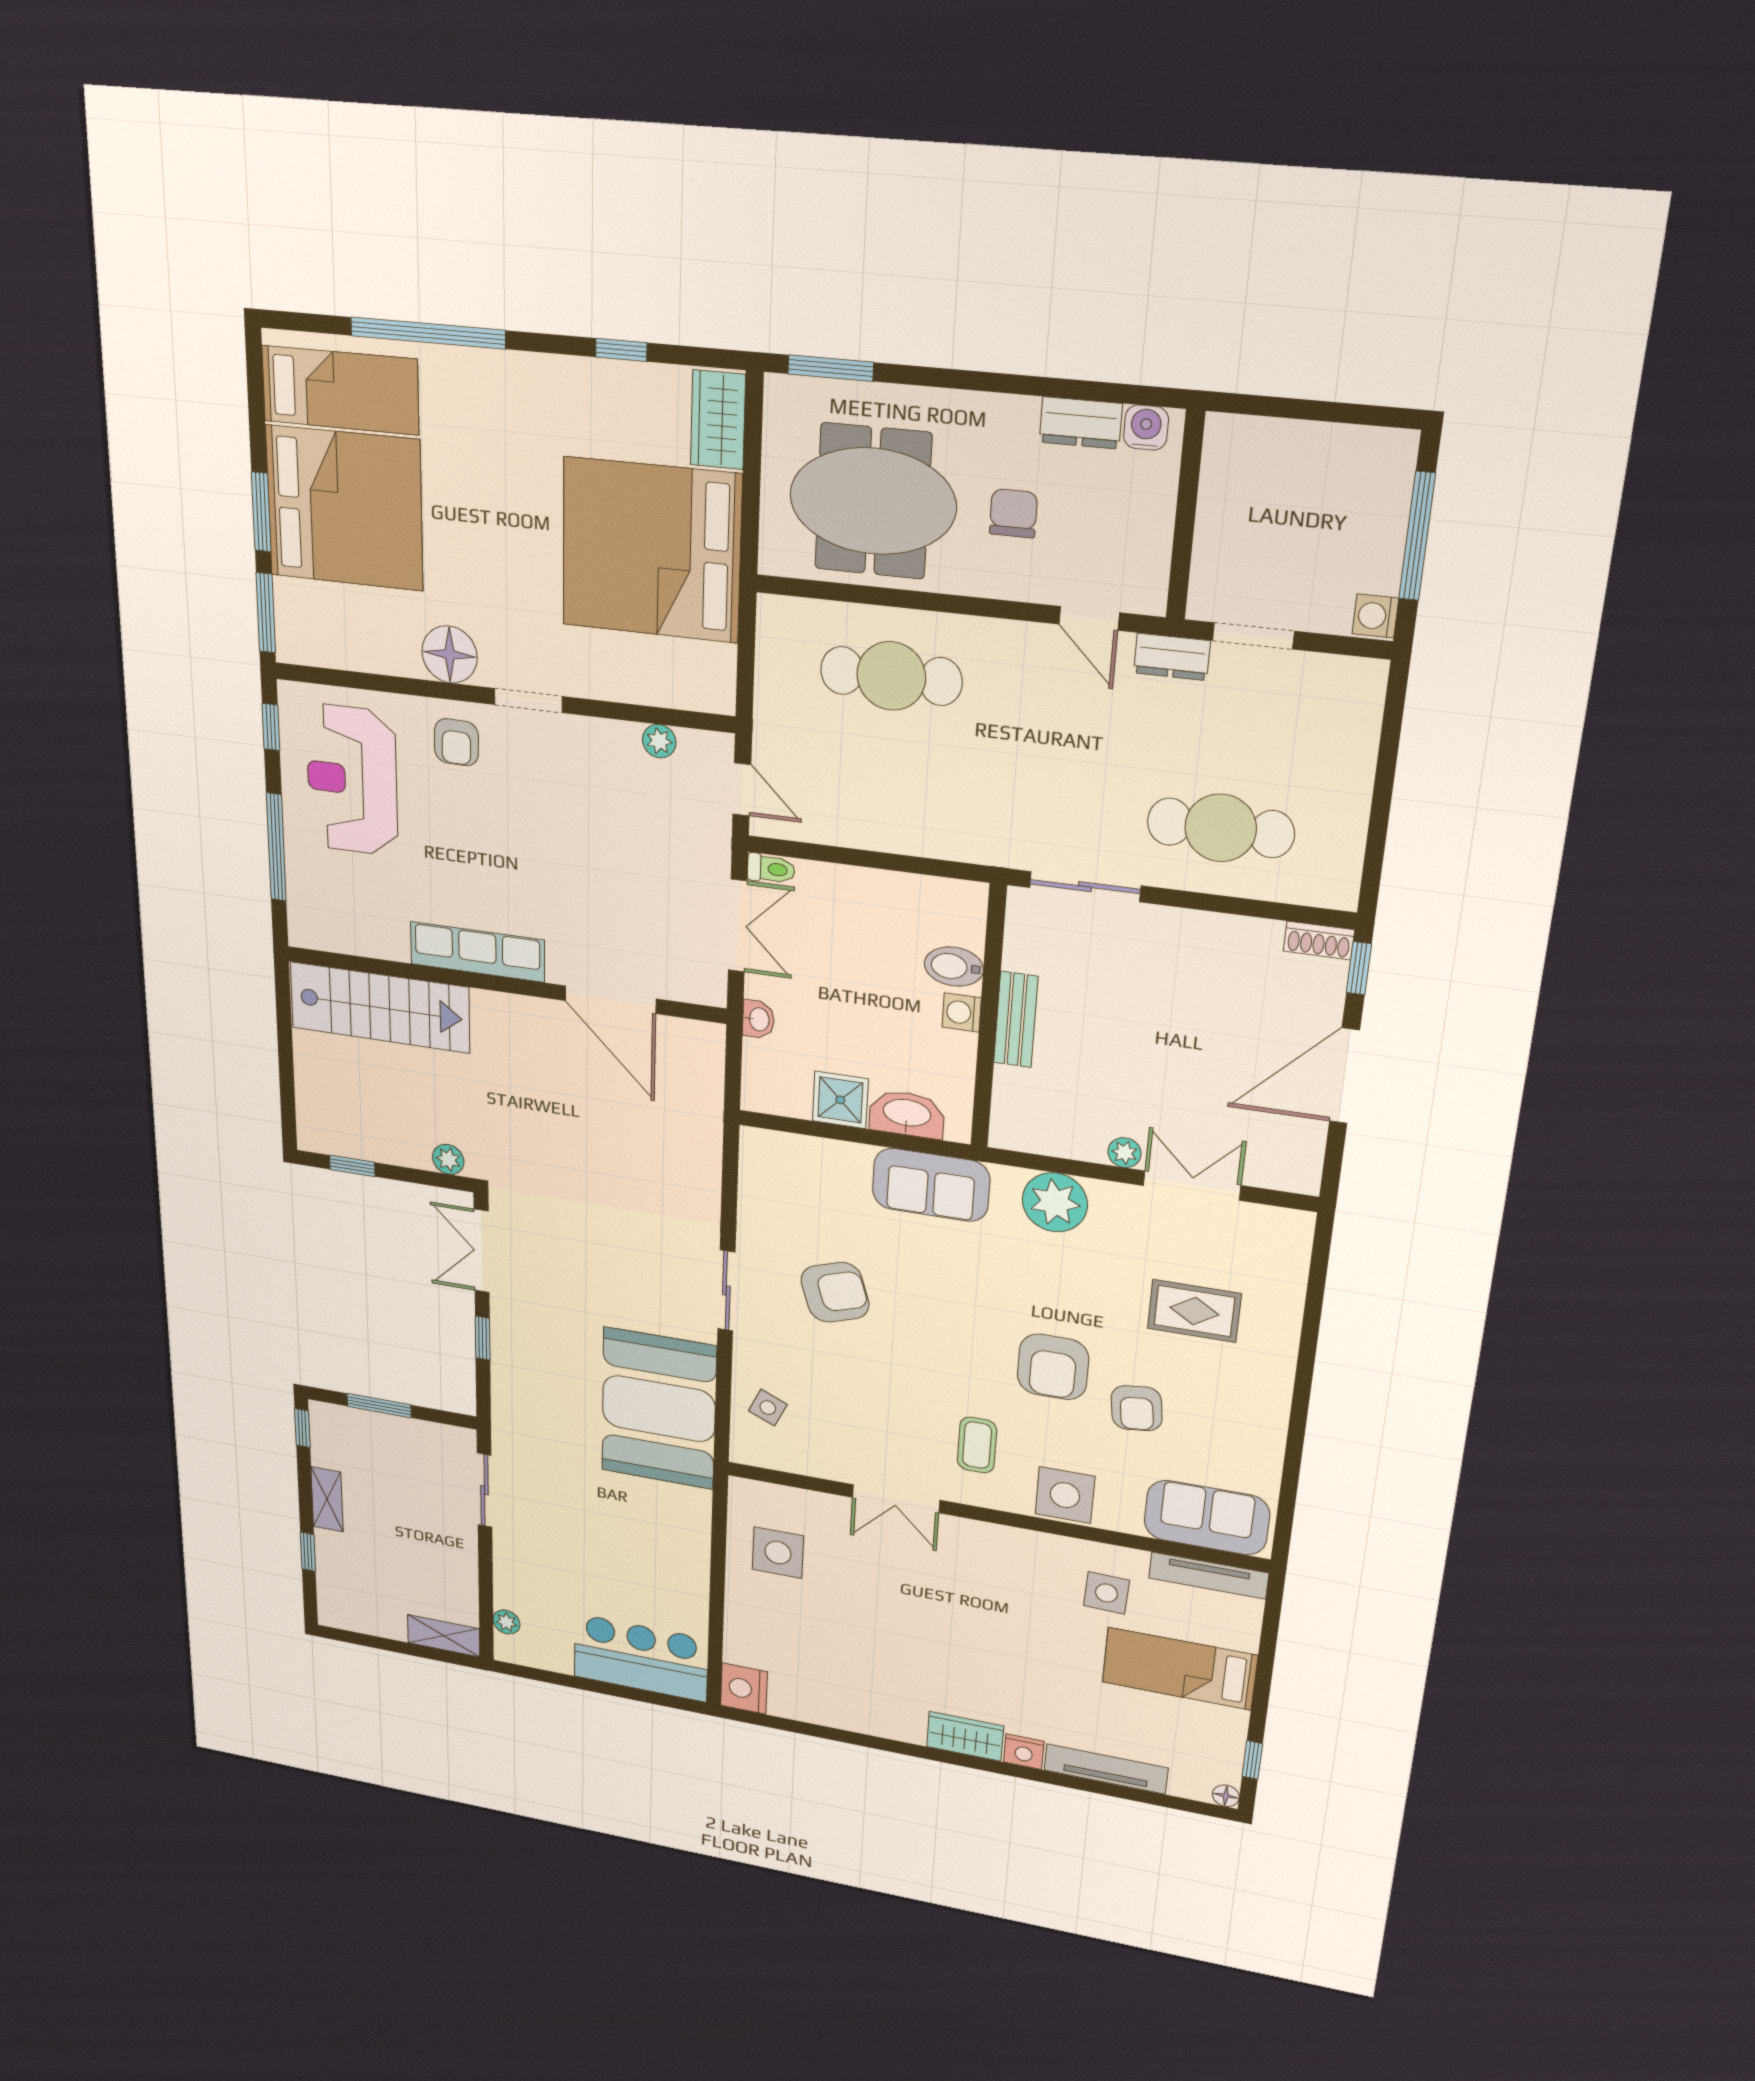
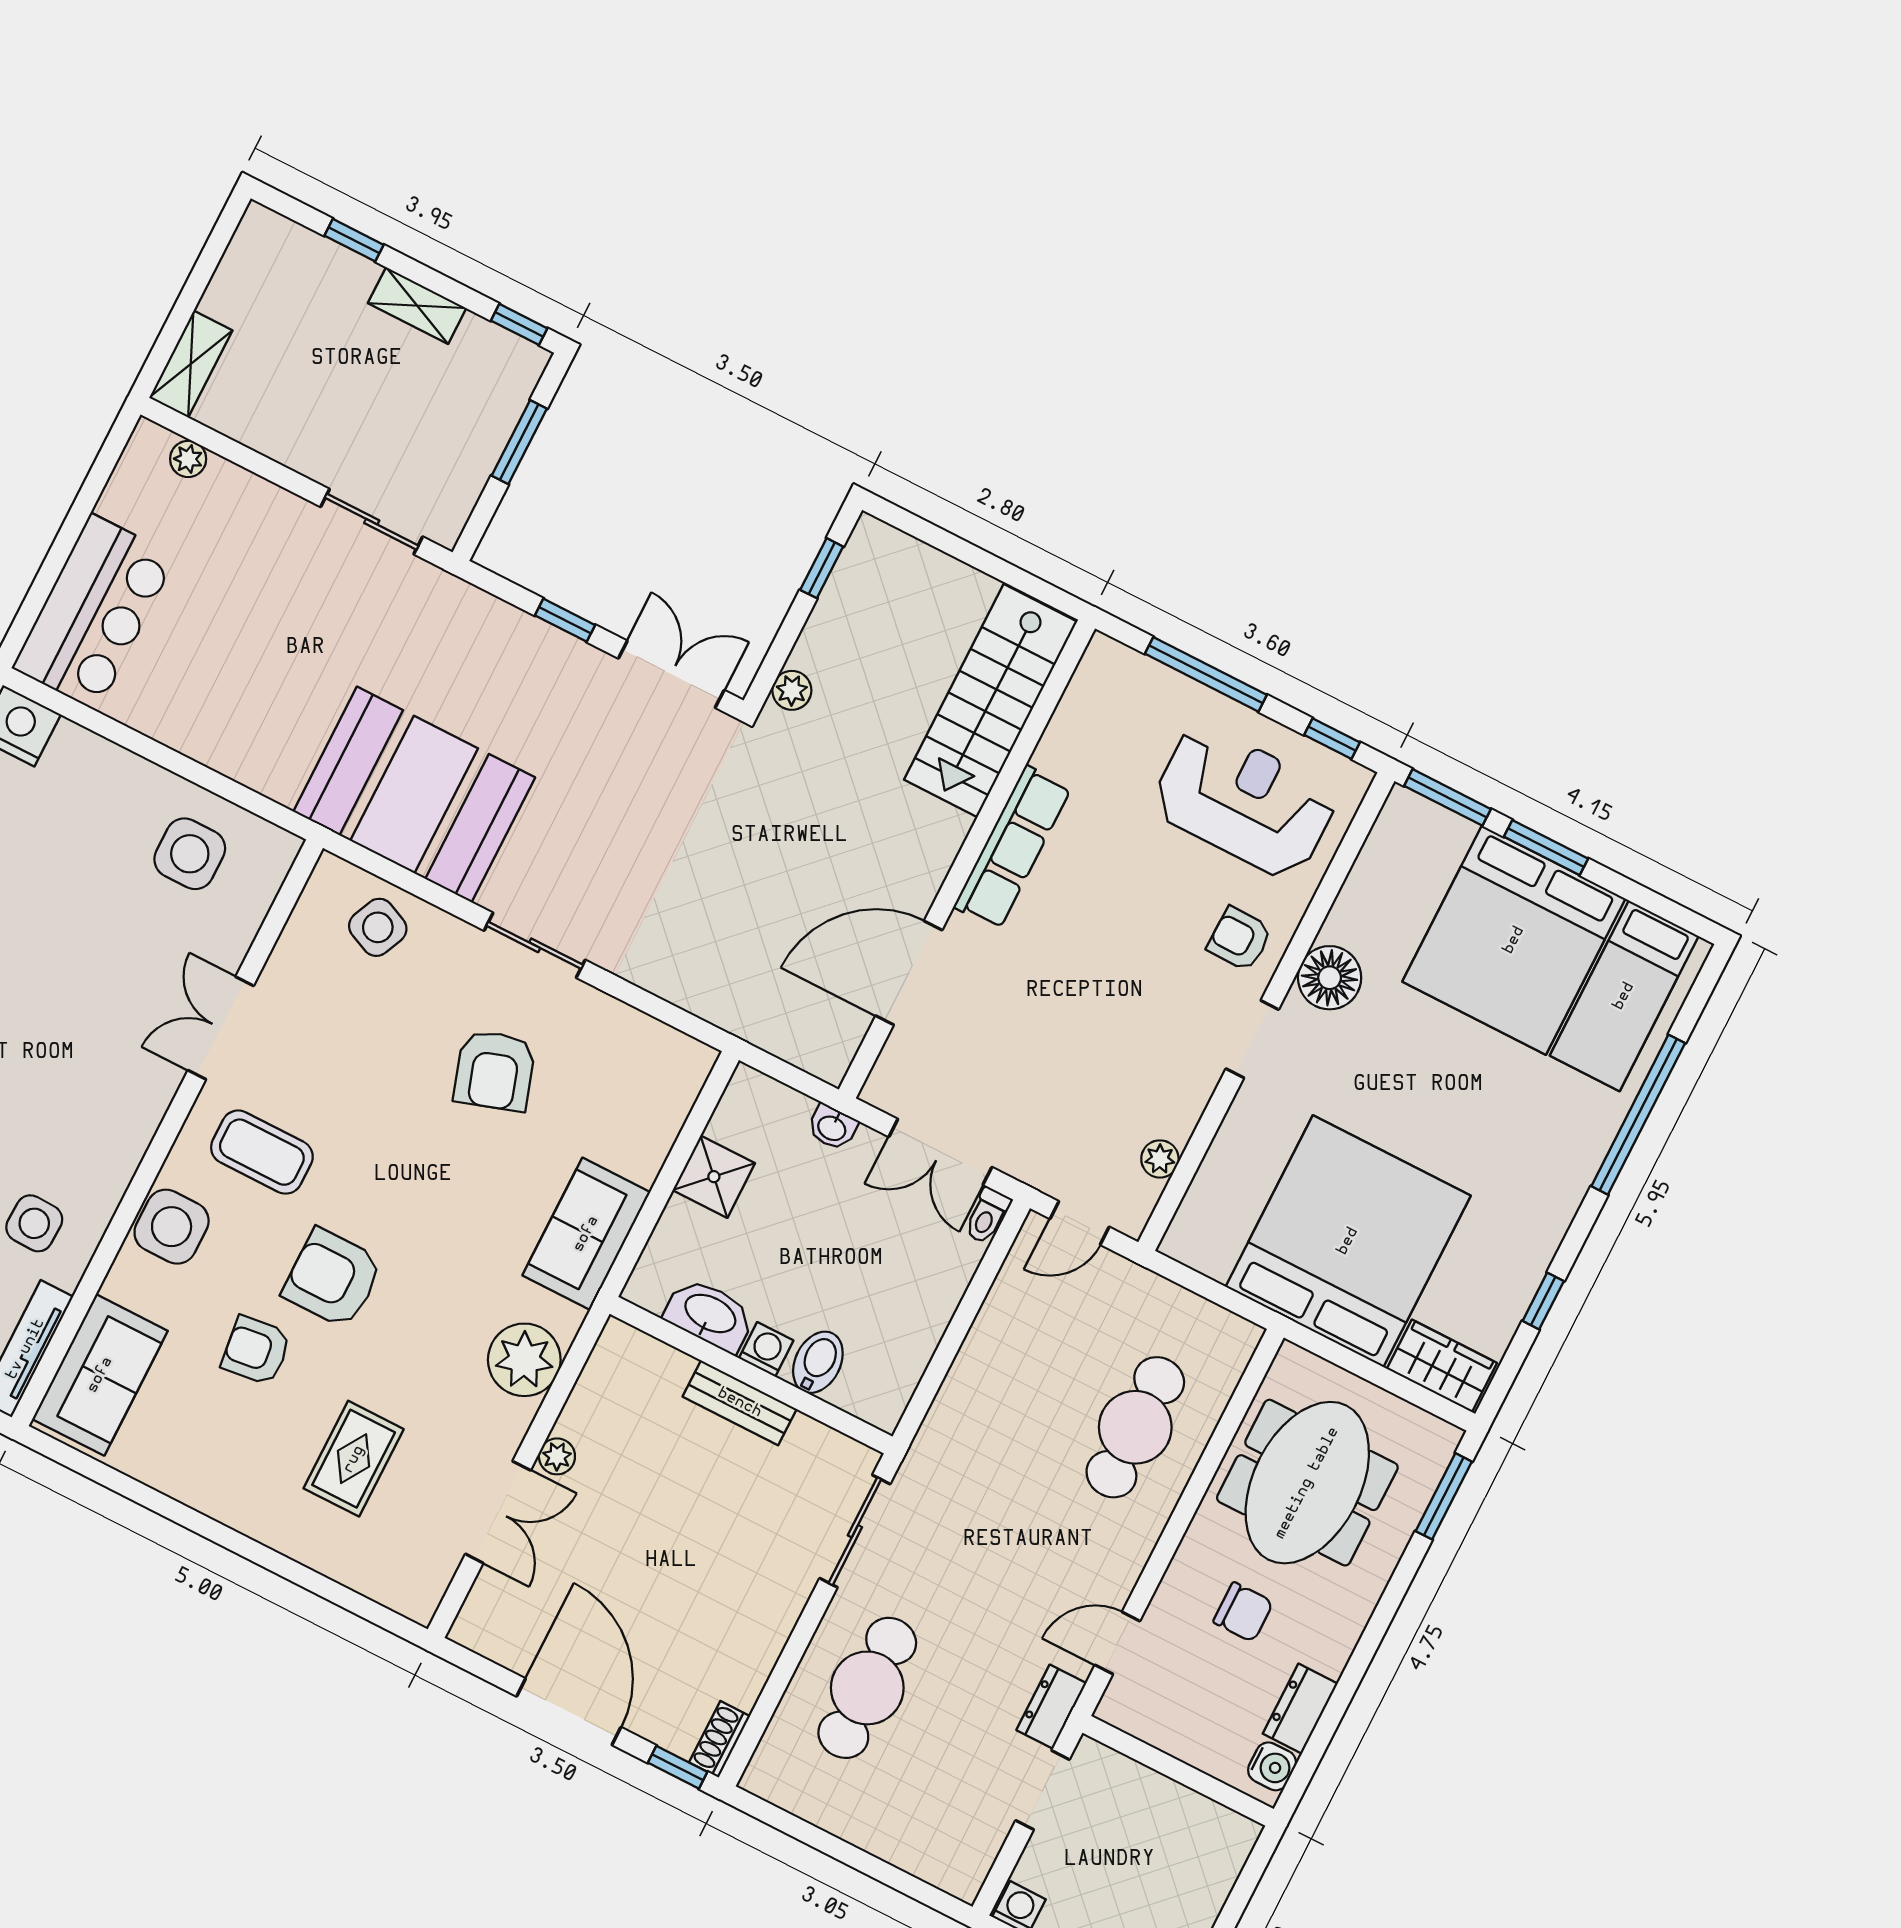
washbasin: (907, 1114) -> (710, 1315), moved, turned -90
side table: (768, 1408) -> (378, 927), width x1.37, depth x1.37
coffee table: (977, 1445) -> (262, 1152), width x1.36, depth x1.30

